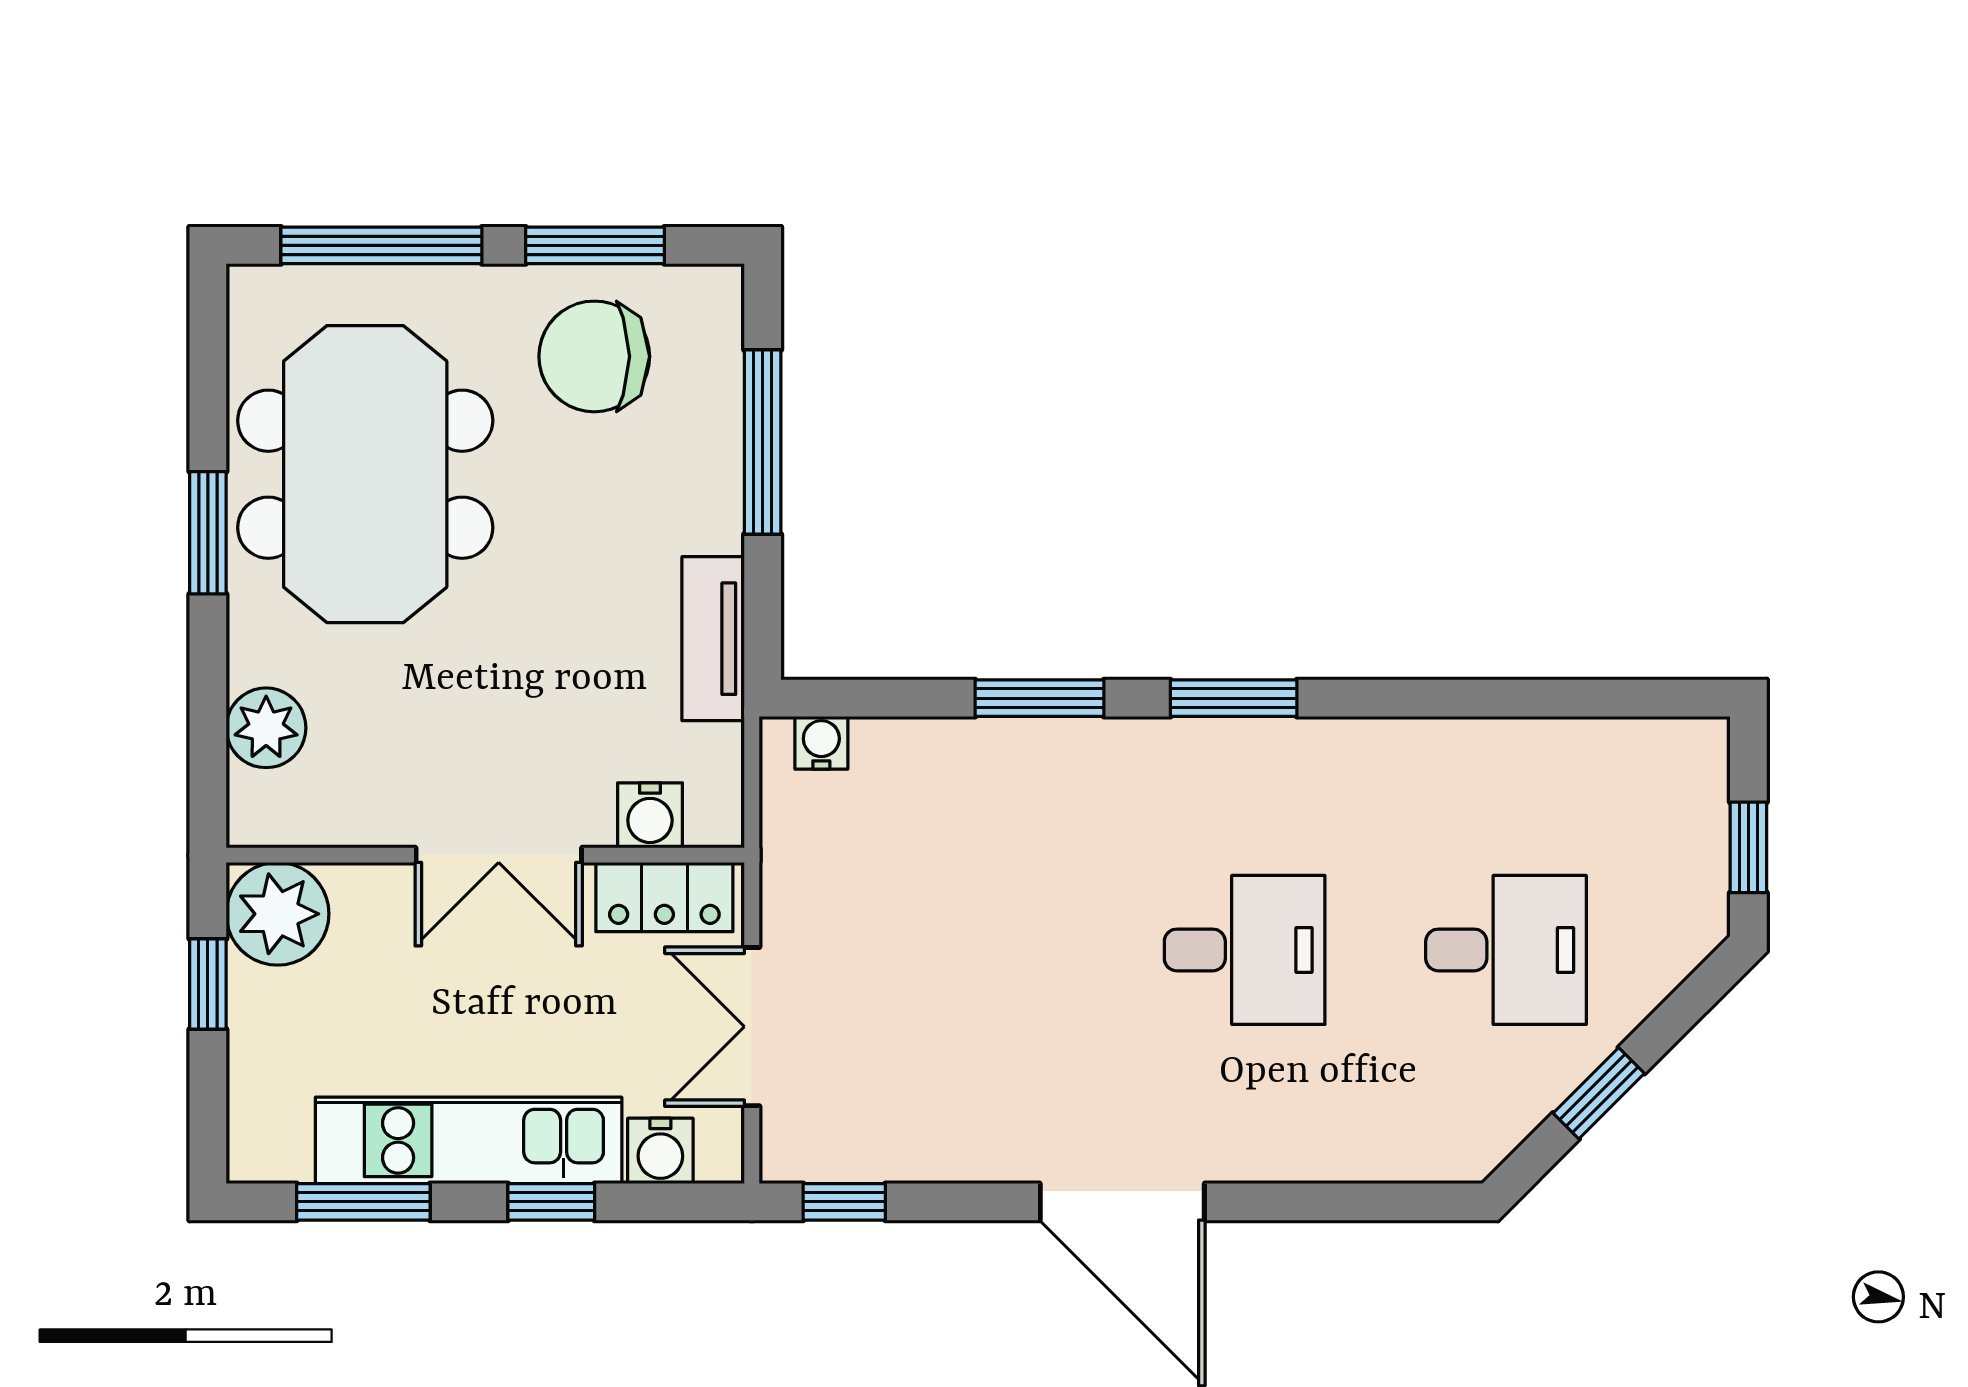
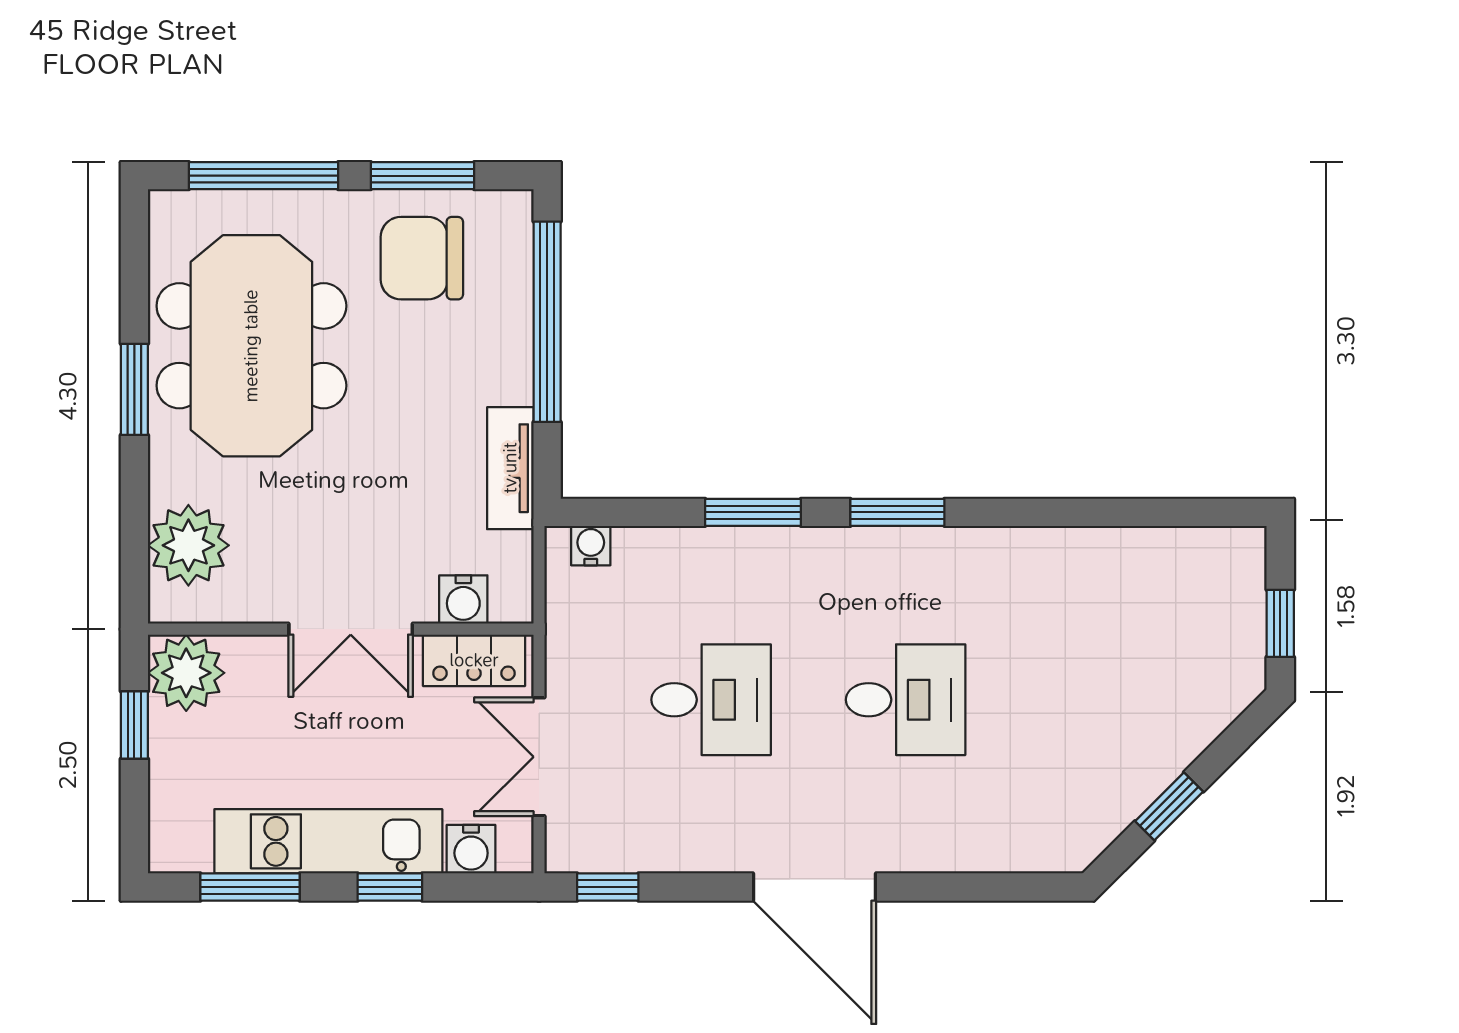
window: (763, 442) -> (547, 322), width x1.46
plant: (266, 728) -> (188, 545), width x1.36, depth x1.36
desk: (1506, 950) -> (711, 700), moved

